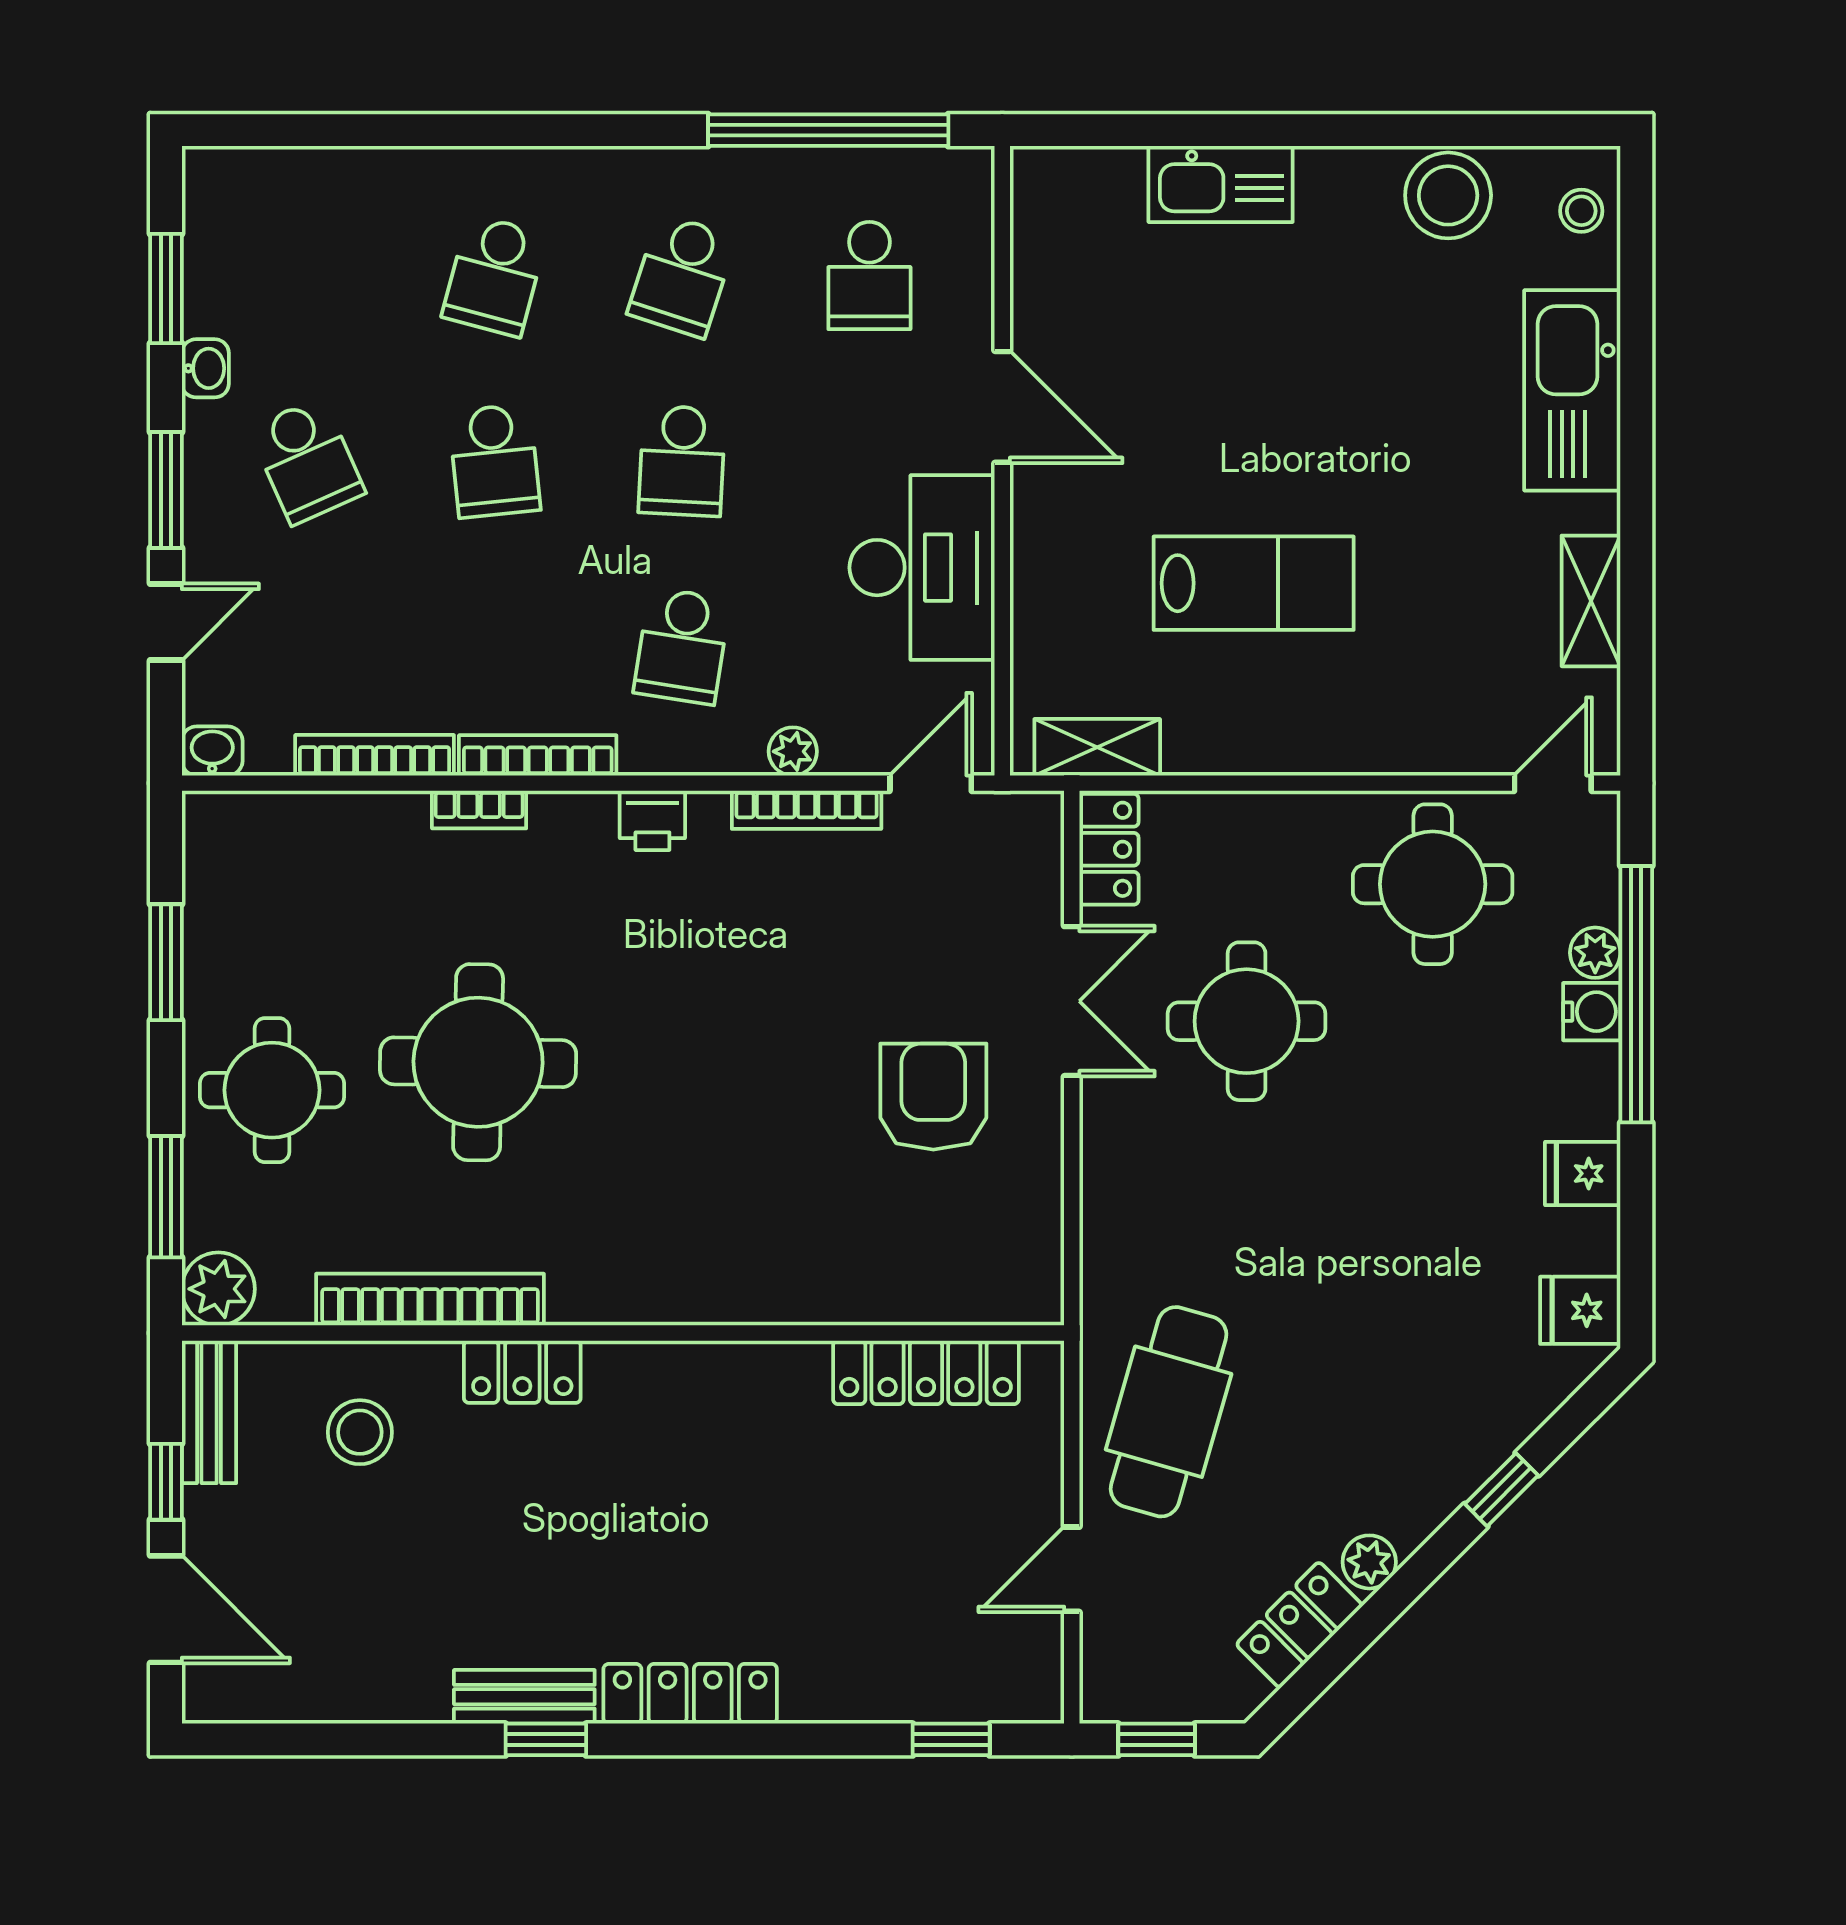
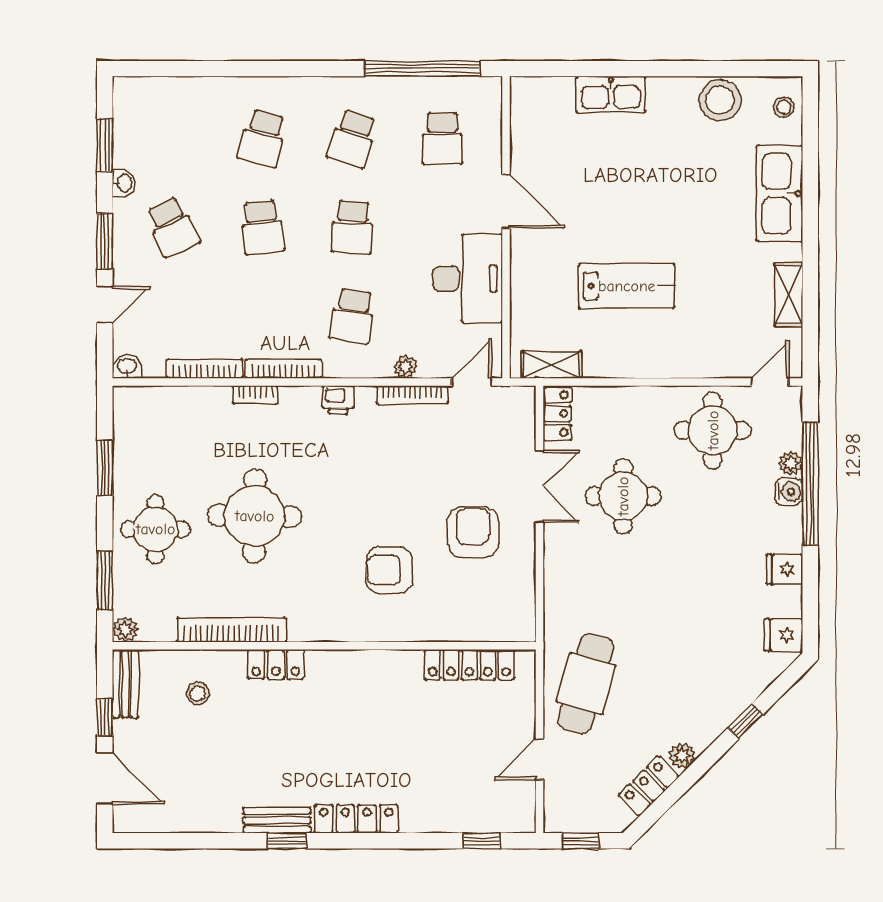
armchair: (759, 1175) -> (389, 570), added
plant: (218, 1289) -> (125, 629), width x0.73, depth x0.73
stool: (360, 1432) -> (198, 693), width x0.73, depth x0.73

